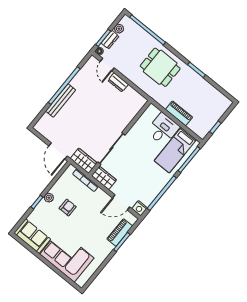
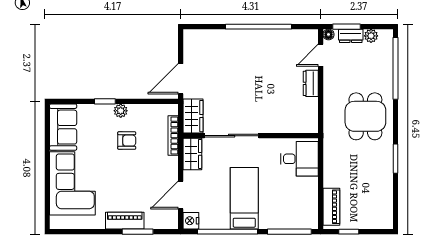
bench: (61, 101) -> (239, 36), removed
piano: (179, 113) -> (331, 207), moved
desk: (163, 129) -> (299, 159), moved
bed: (175, 150) -> (244, 198), moved, turned 90
door: (121, 202) -> (181, 195), hinge flipped
piano: (120, 233) -> (125, 221), moved

